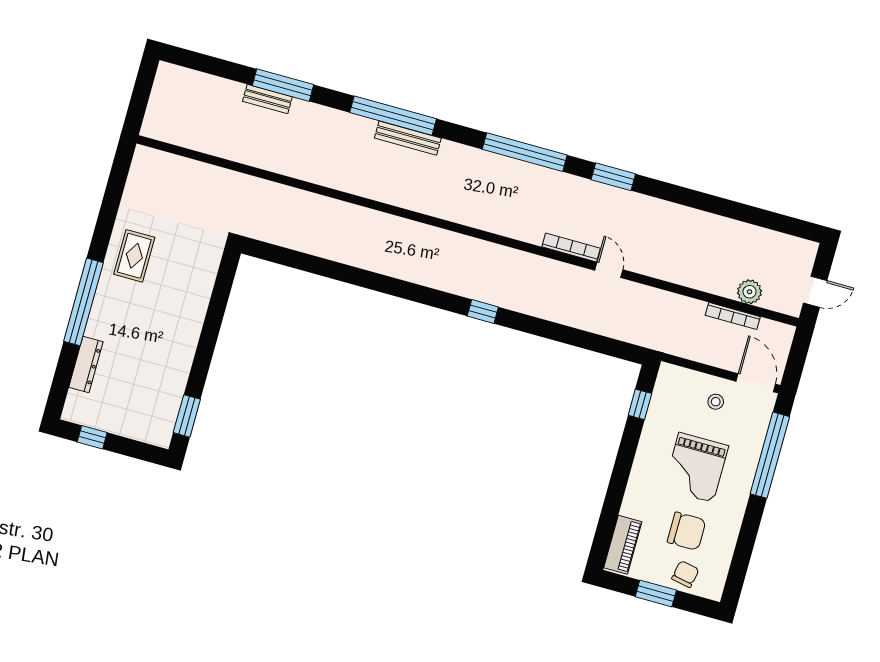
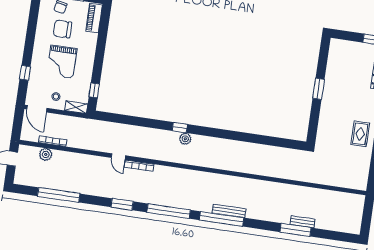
window: (393, 116) -> (222, 219), moved
window: (734, 210) -> (59, 195), added
plant: (475, 289) -> (185, 139), added
shelving: (679, 376) -> (76, 107), added
window: (187, 416) -> (319, 89), moved
window: (770, 455) -> (25, 73), width x0.32
grand piano: (696, 467) -> (62, 62), turned 180

